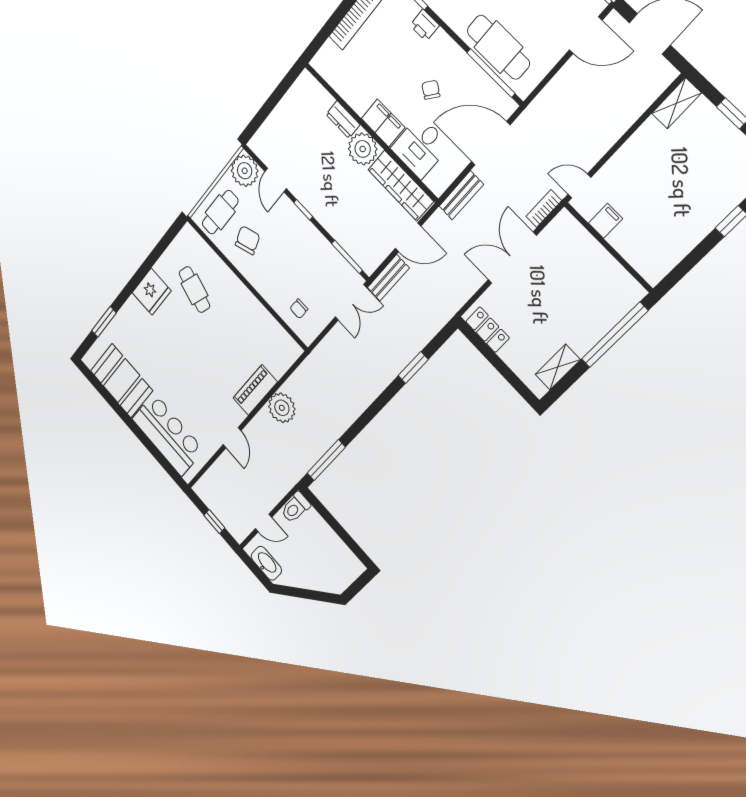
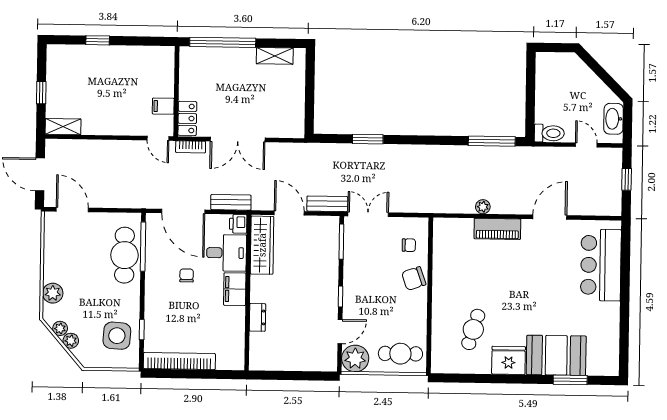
printer: (424, 25) -> (238, 224), moved, turned 180
chair: (431, 90) -> (187, 275), turned 144
plant: (363, 149) -> (263, 289), removed
chair: (248, 240) -> (414, 279), moved
locker: (488, 330) -> (187, 118), moved, turned 180
booth: (121, 381) -> (556, 355), moved, turned 90
plant: (282, 408) -> (483, 207), width x0.53, depth x0.53
door: (232, 438) -> (550, 217), width x1.38

